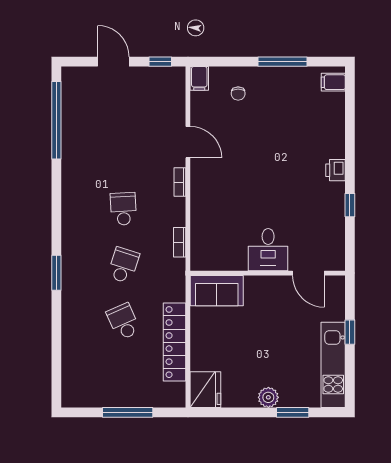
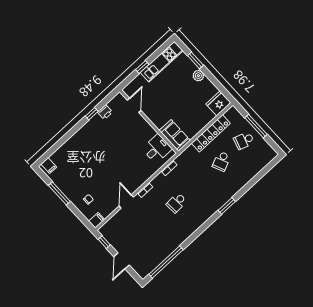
printer: (336, 170) -> (105, 112), moved
desk: (268, 250) -> (157, 149), moved
school desk: (123, 265) -> (244, 141), moved

